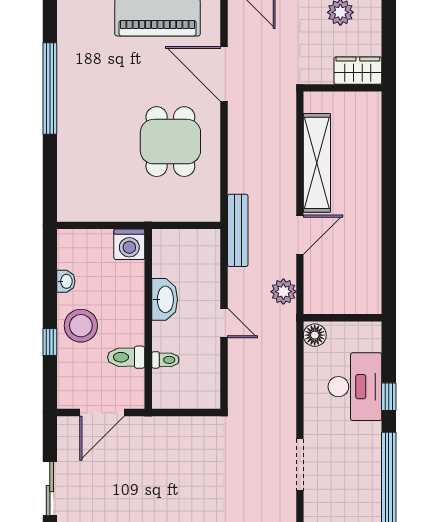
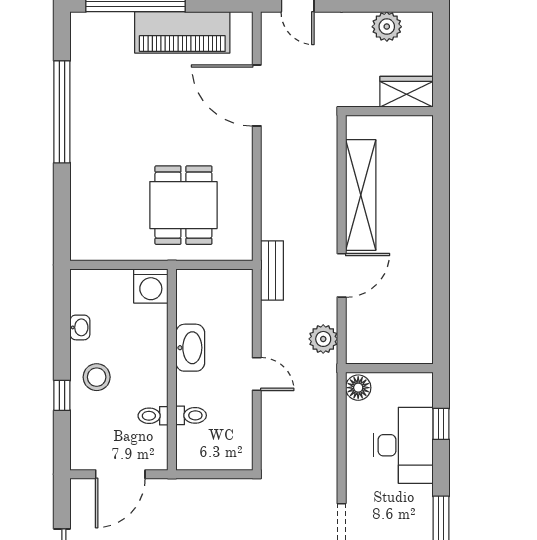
dining table: (170, 142) -> (183, 205), moved
bench: (238, 230) -> (272, 270), width x0.73
stool: (81, 326) -> (97, 377), width x0.73, depth x0.73
toilet: (126, 357) -> (153, 416), width x0.73, depth x0.72
window: (389, 397) -> (441, 424), moved

